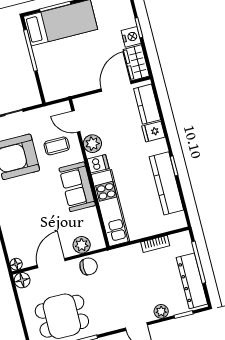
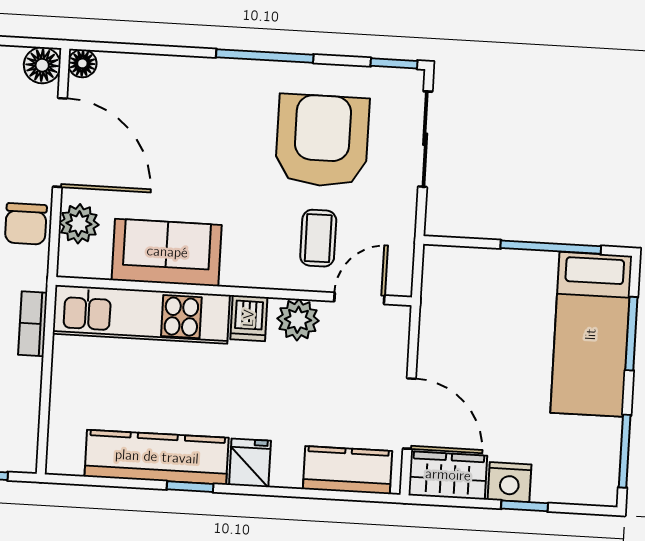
fridge: (153, 132) -> (250, 463), moved
sofa: (77, 187) -> (167, 252), moved
bookcase: (155, 244) -> (33, 324), moved
door: (51, 263) -> (60, 142), width x1.36

